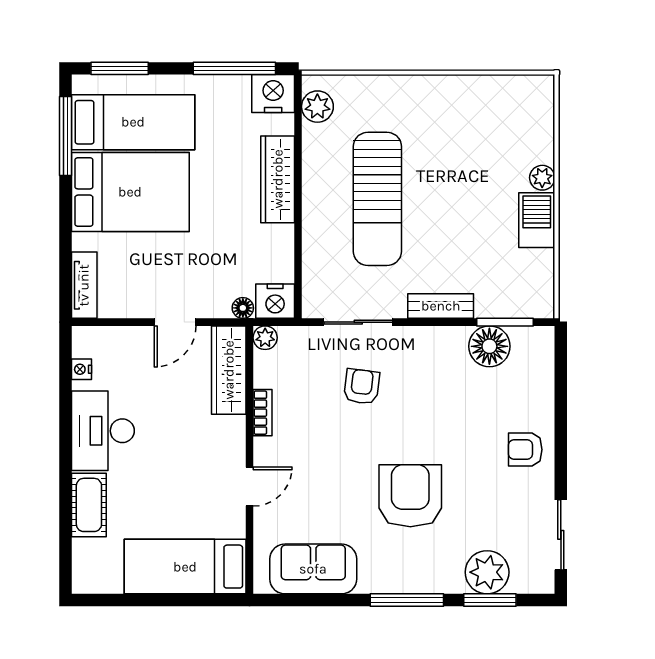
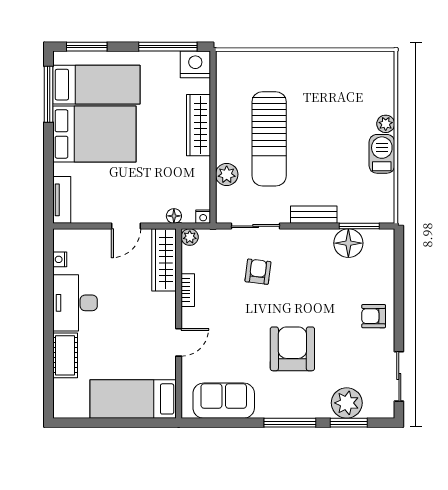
plant: (317, 107) -> (227, 174), moved
nightstand: (275, 301) -> (203, 217), width x0.53, depth x0.56

